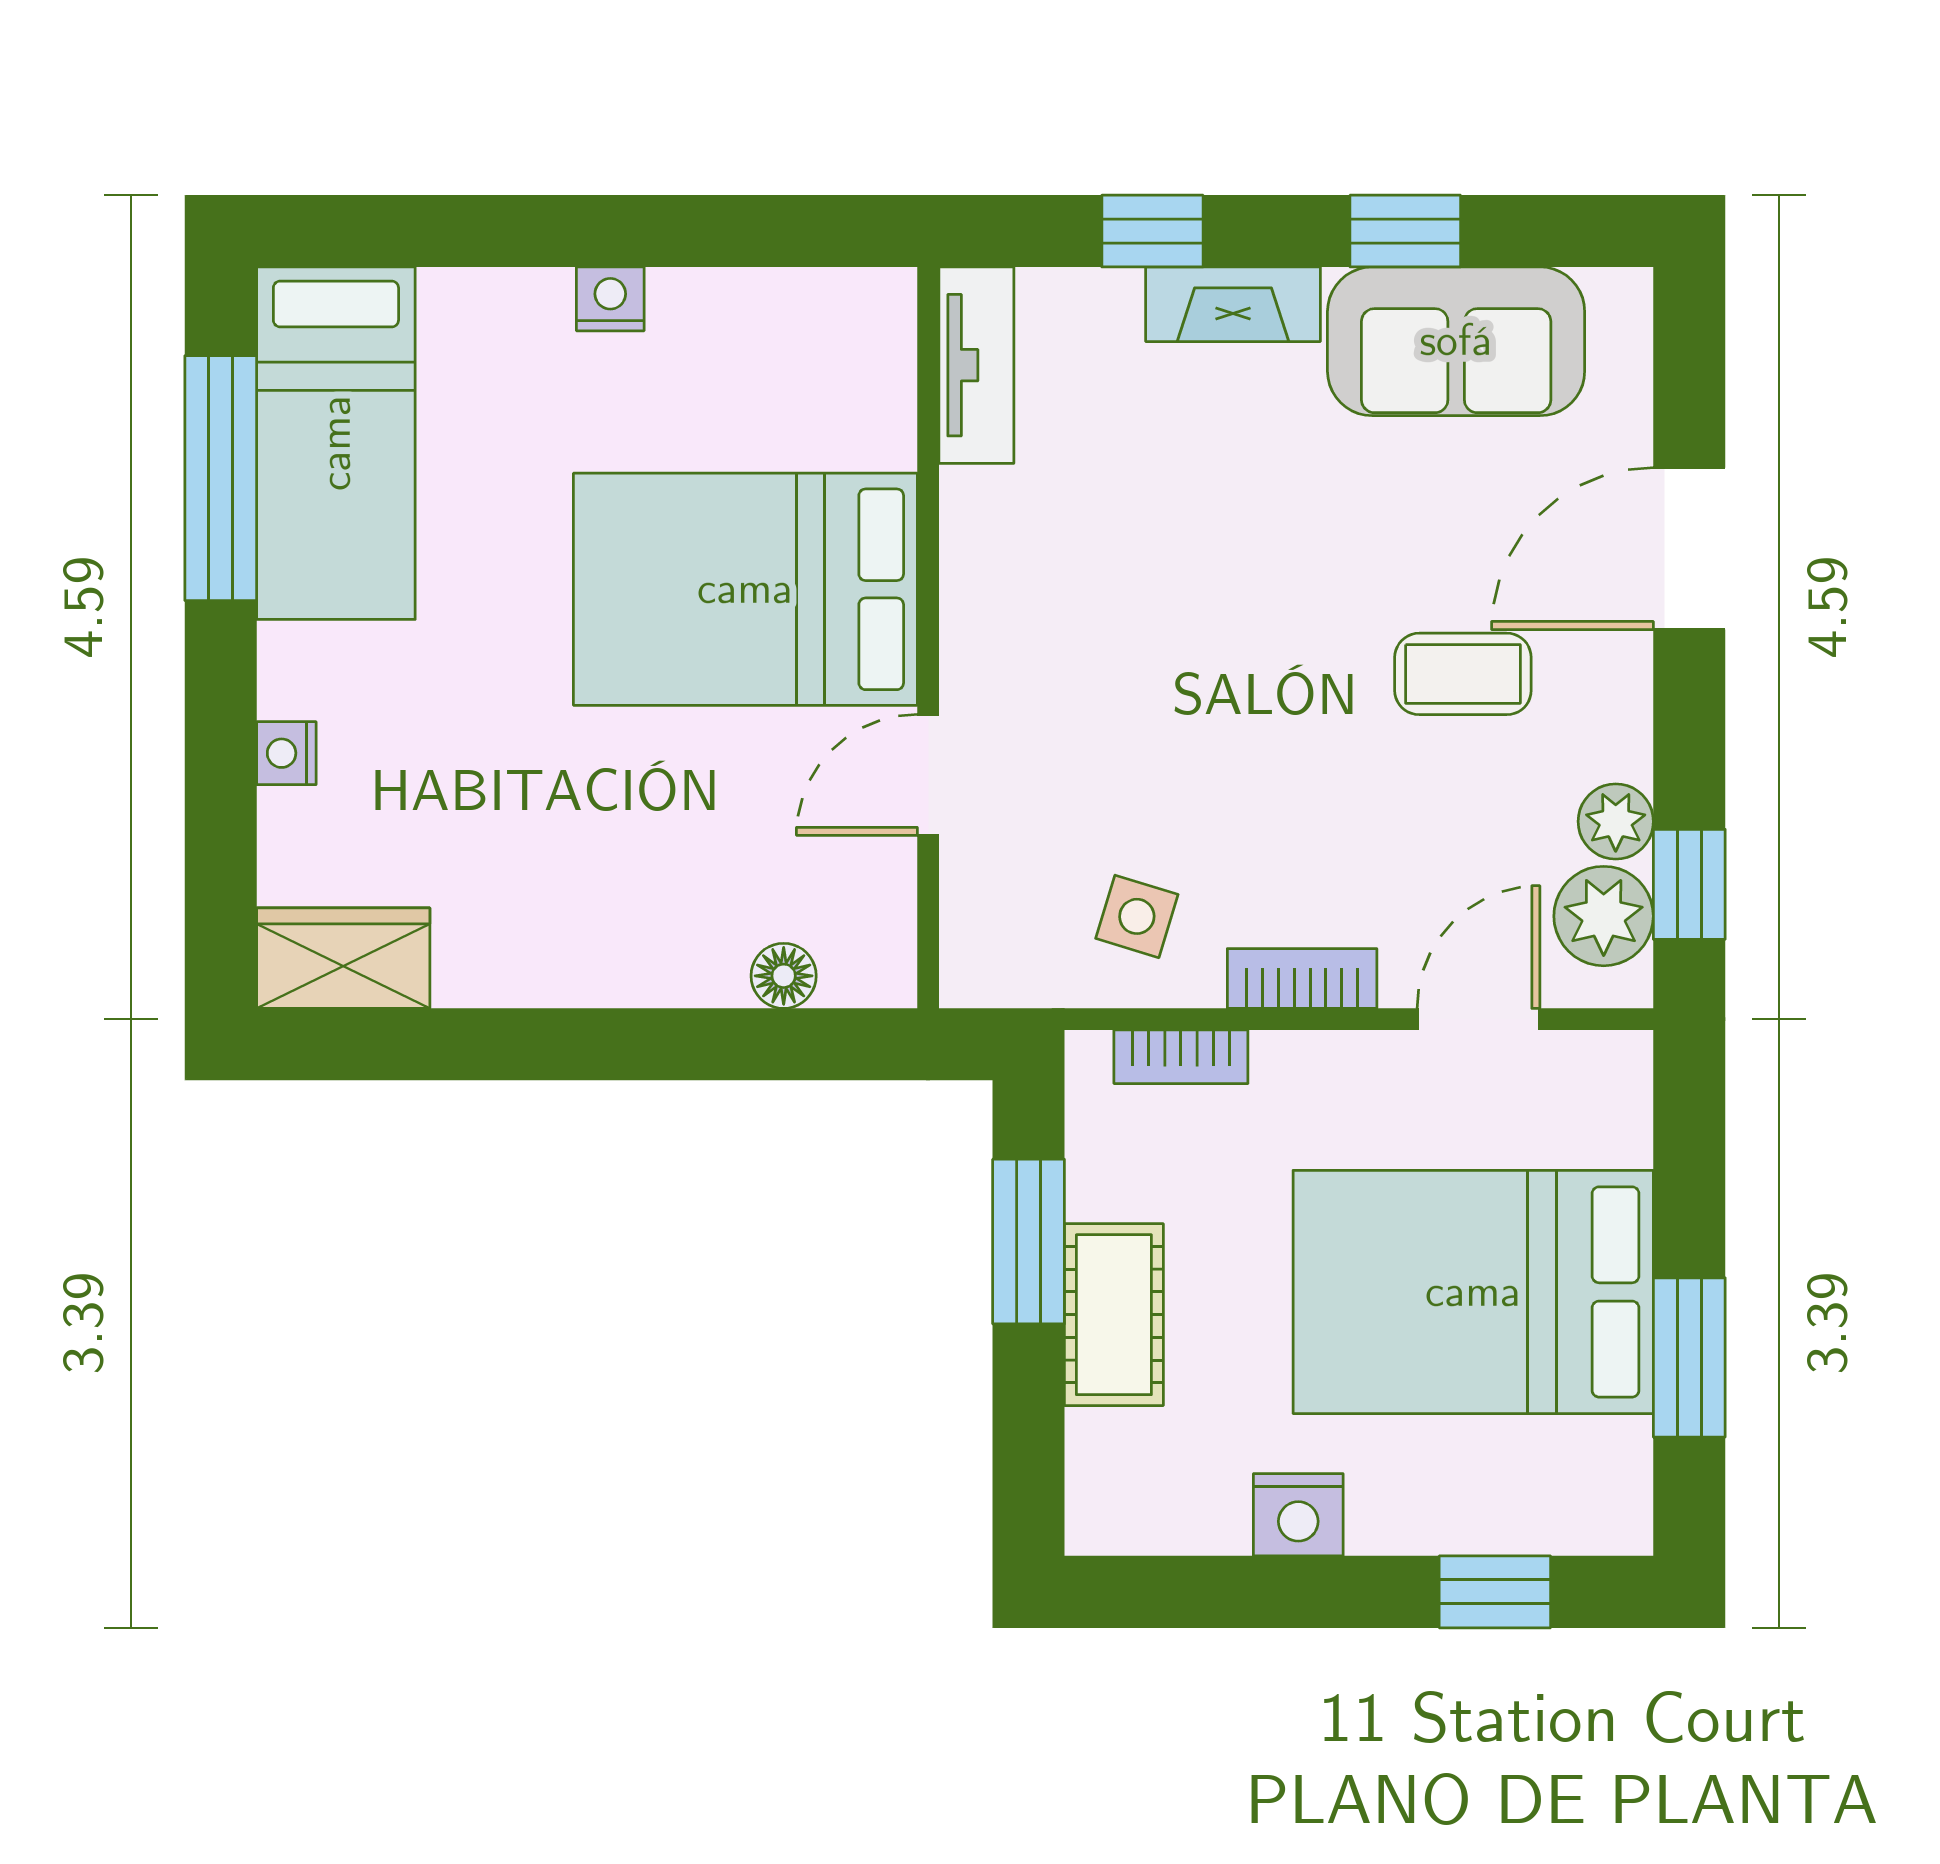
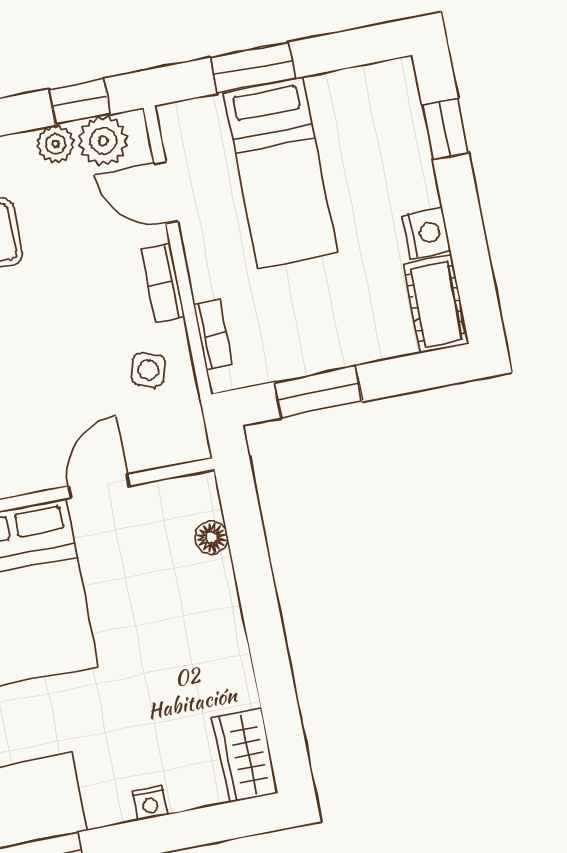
door: (928, 775) -> (99, 486), swing flipped
bed: (1473, 1292) -> (280, 173), width x0.67
cot: (1114, 1315) -> (436, 304), moved, turned 90
window: (1689, 1357) -> (253, 68), moved

